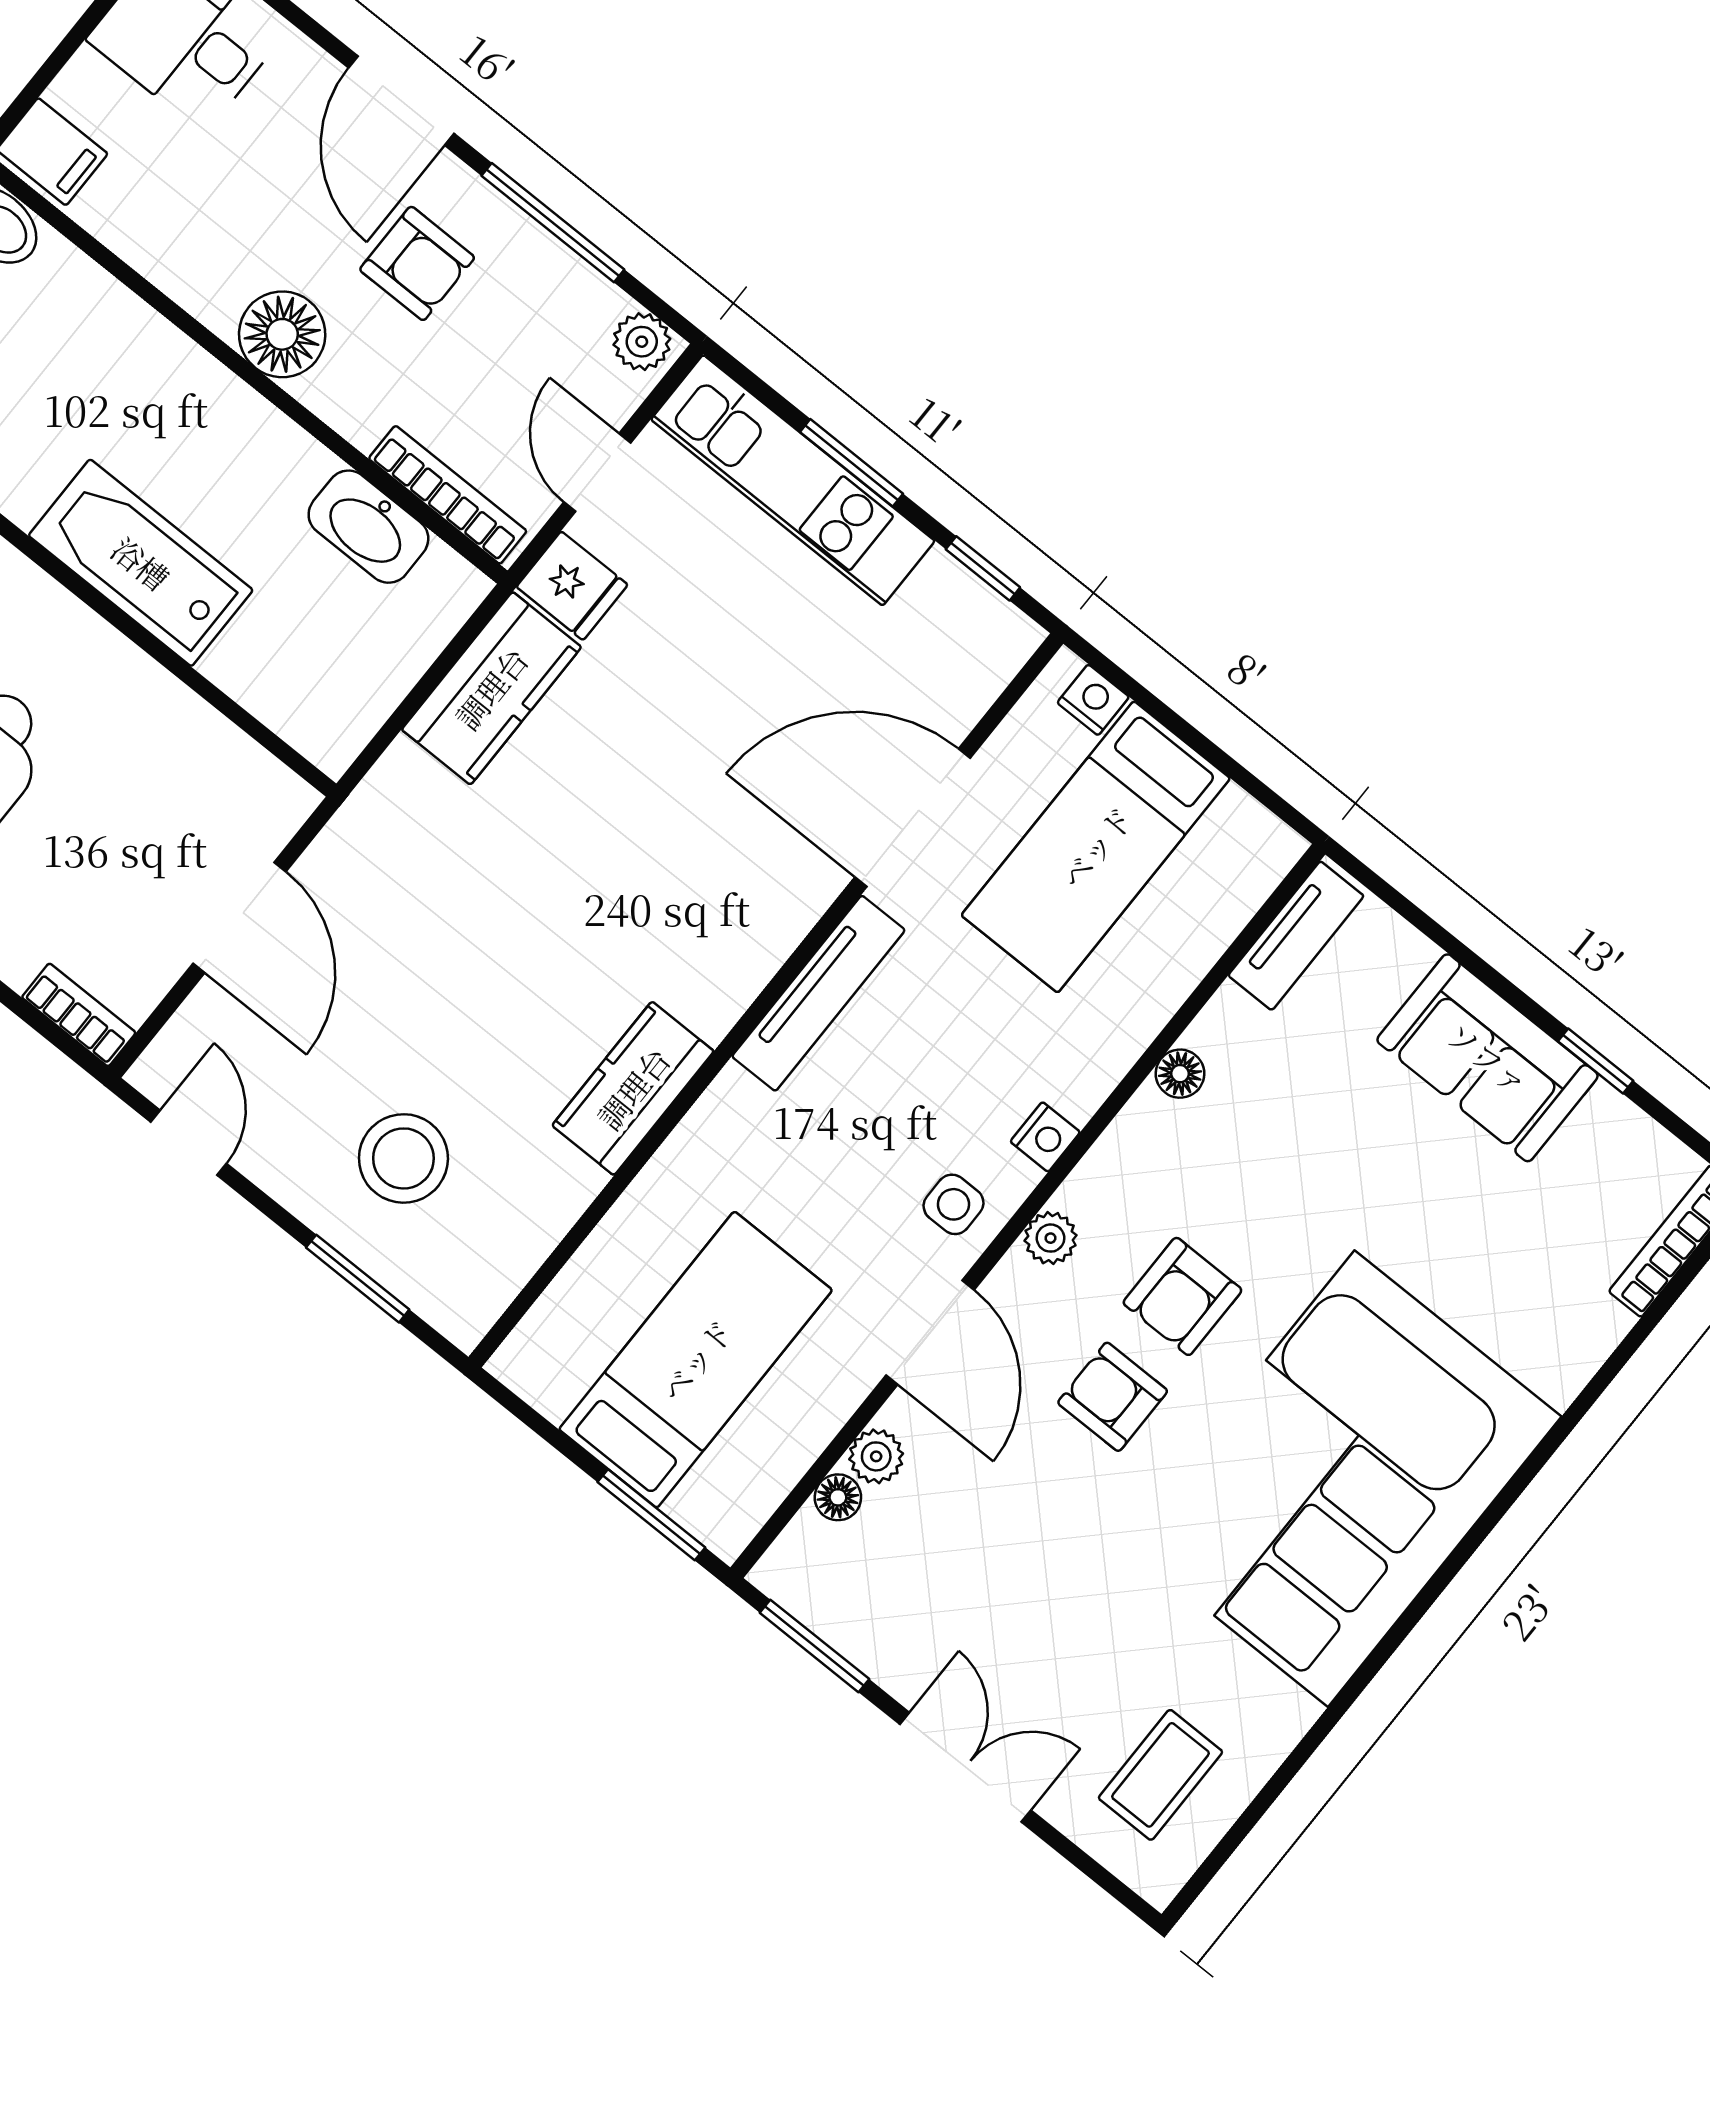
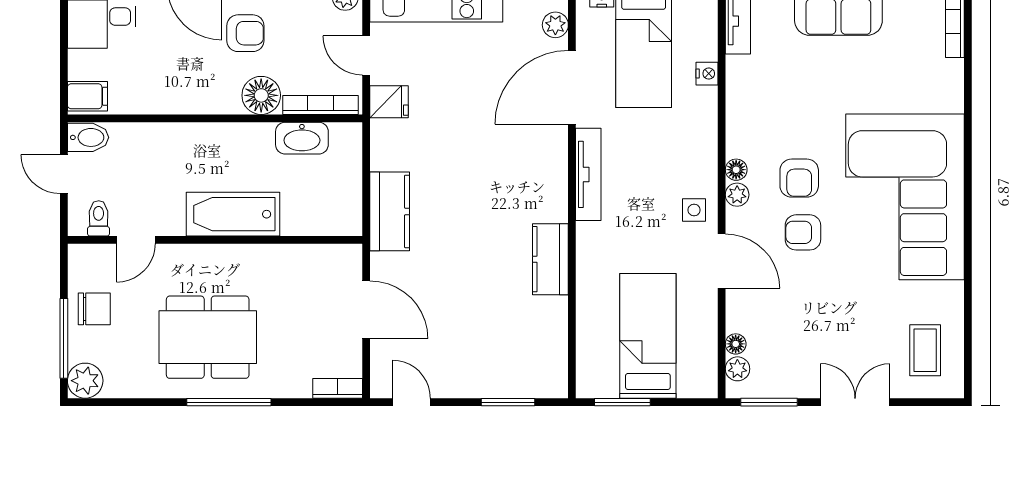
floor lamp: (282, 334) -> (261, 95), moved
plant: (971, 685) -> (555, 25), added
kitchen counter: (491, 688) -> (390, 211), moved
floor lamp: (1180, 1074) -> (736, 170), moved
nightstand: (1045, 1137) -> (707, 74), moved
stool: (403, 1158) -> (490, 348), removed
plant: (876, 1456) -> (737, 369), moved
window: (651, 1515) -> (622, 402), moved

